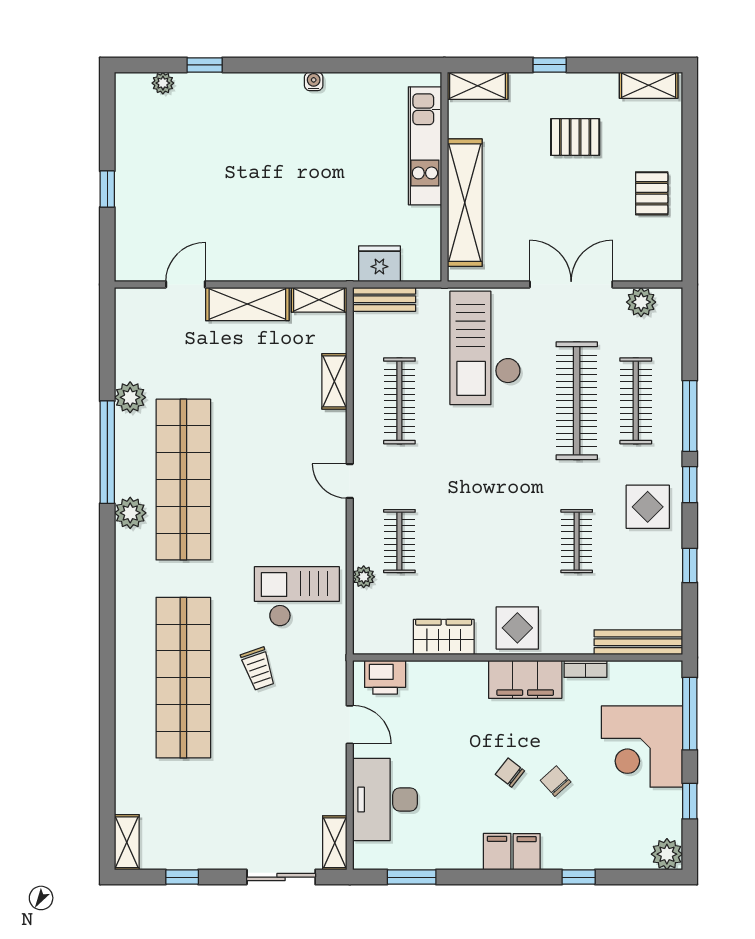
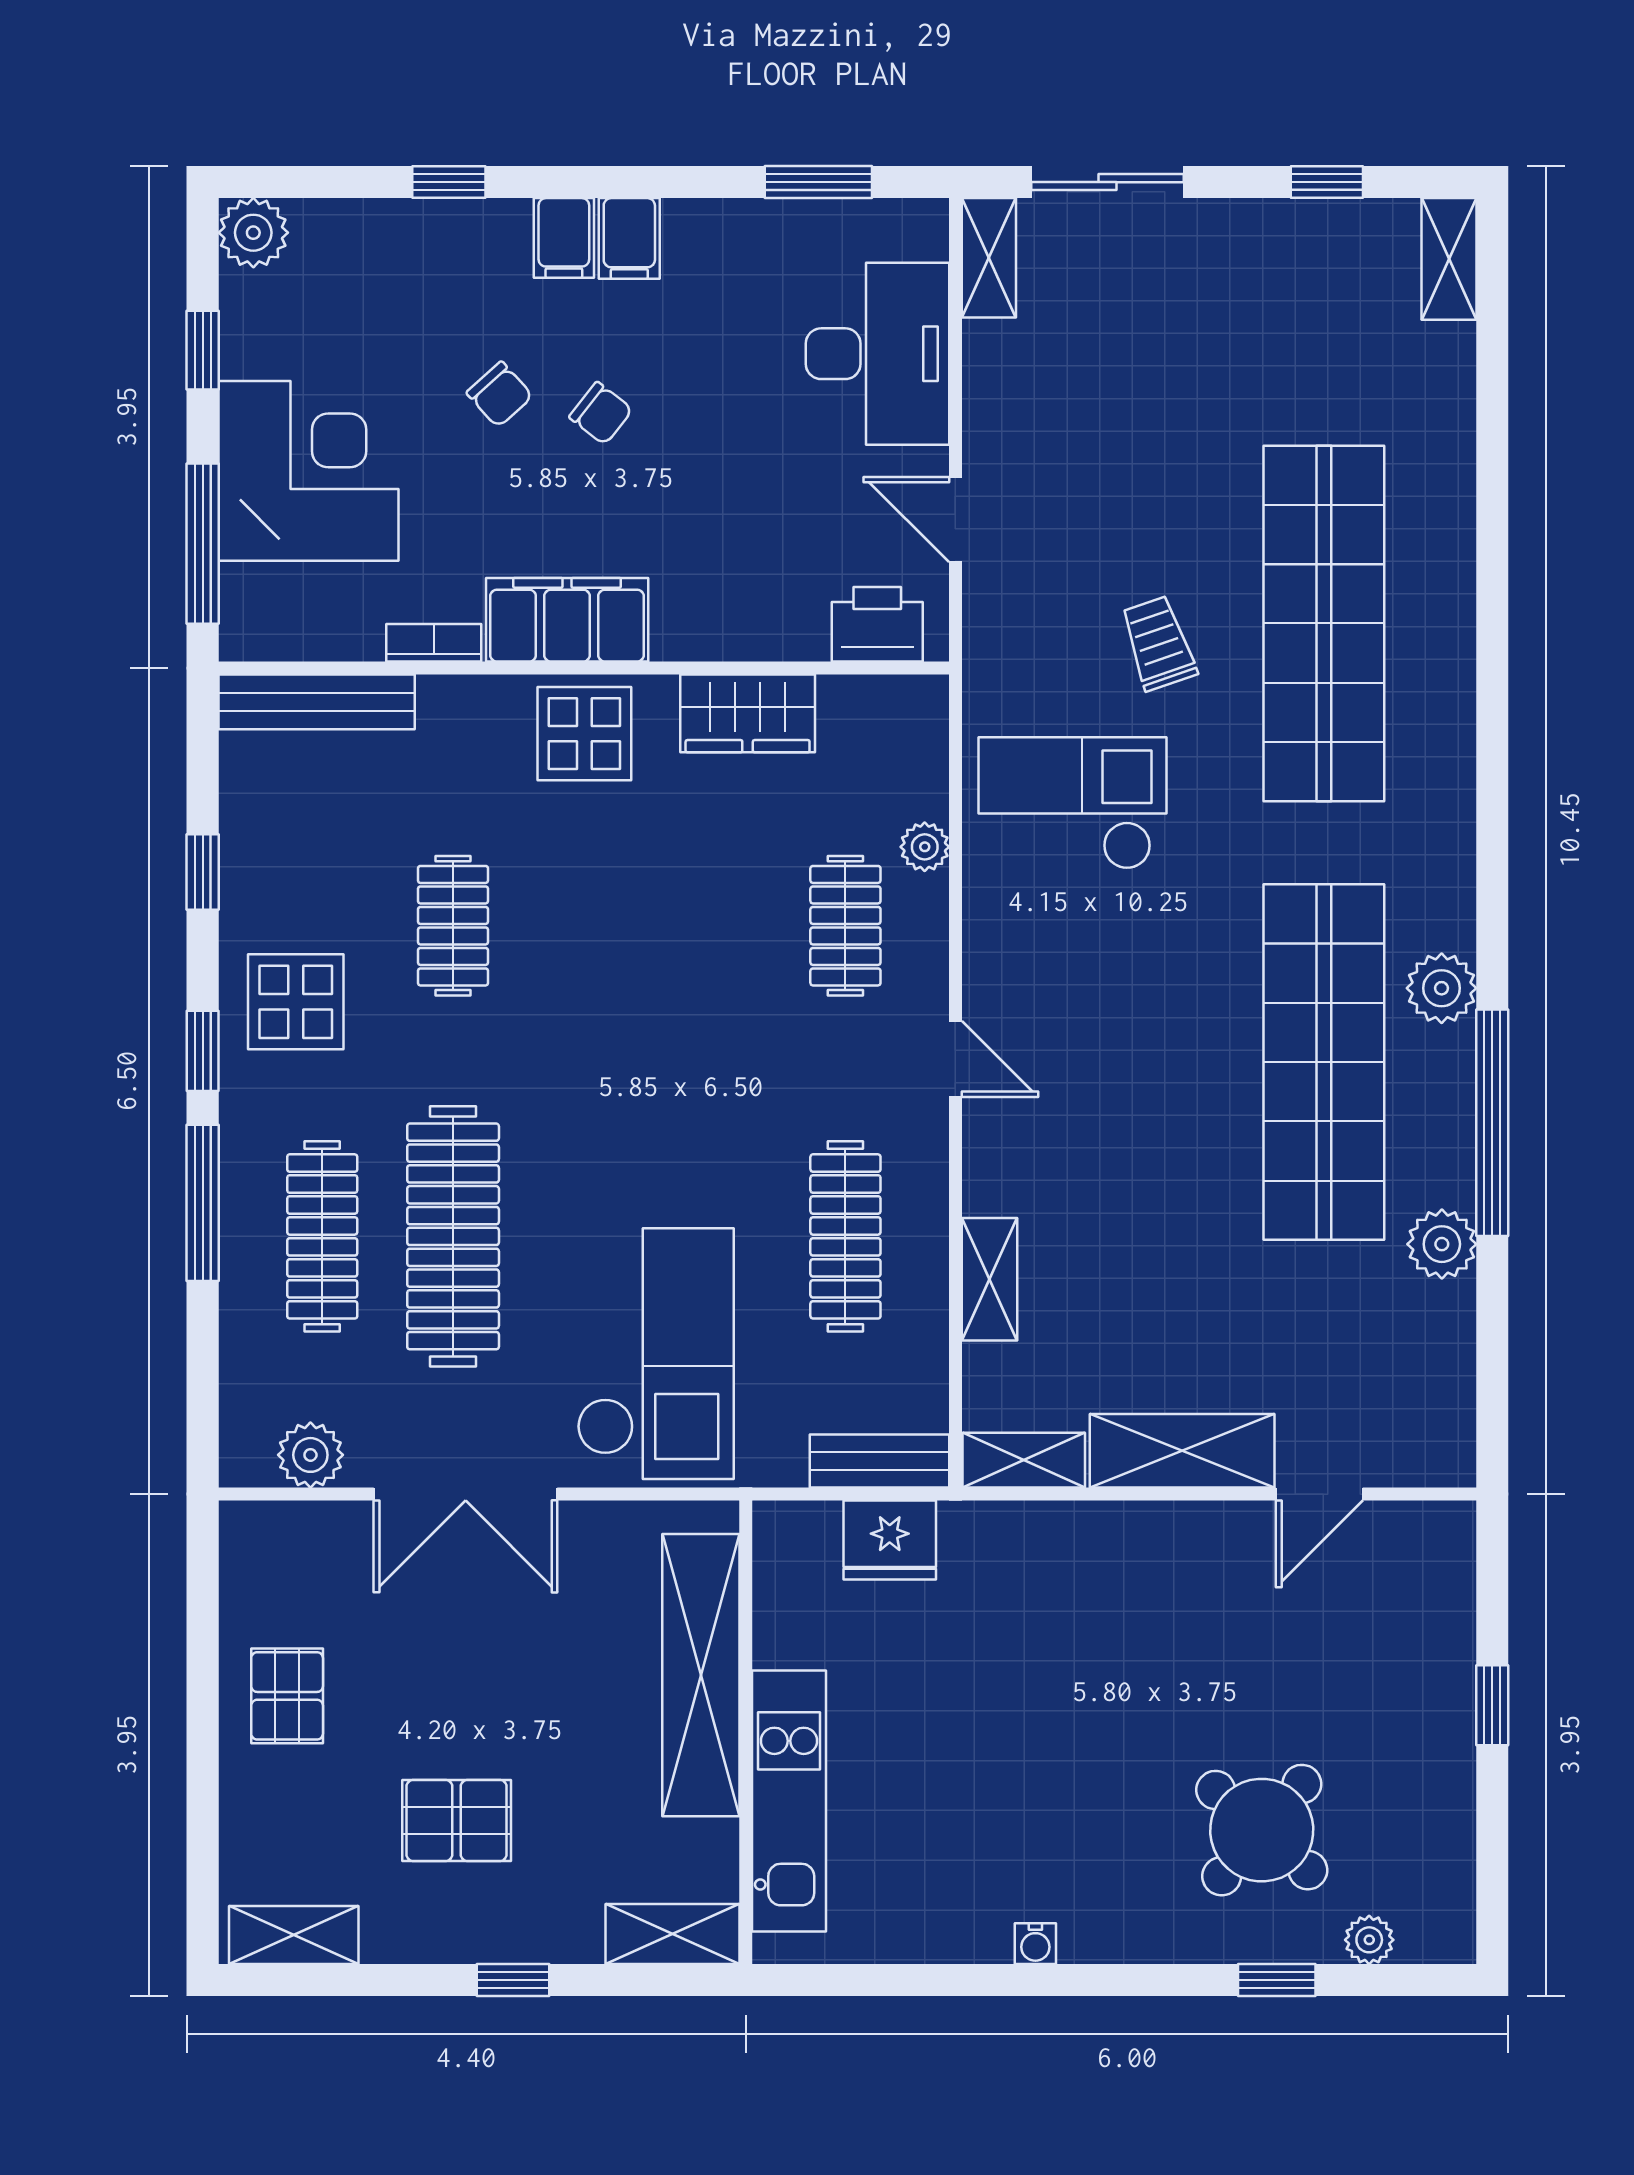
round table: (211, 133) -> (1262, 1830), added
checkout: (297, 596) -> (1073, 803), turned 180

